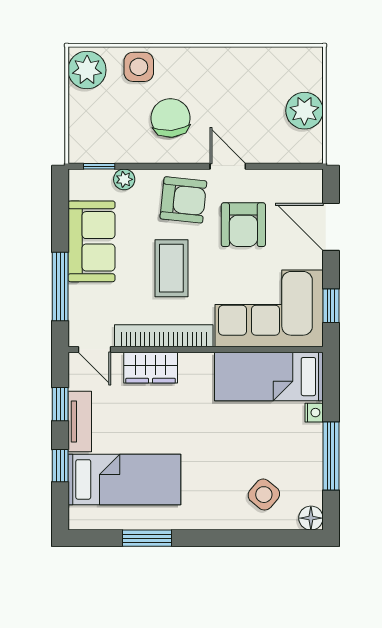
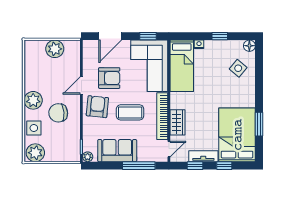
plant: (197, 66) -> (33, 100), added
plant: (124, 179) -> (88, 157), moved
window: (331, 456) -> (220, 36), width x0.46
bed: (124, 479) -> (237, 135), width x1.50

